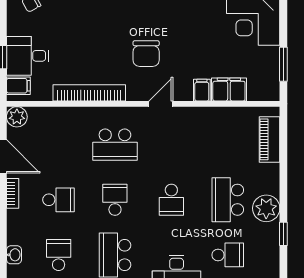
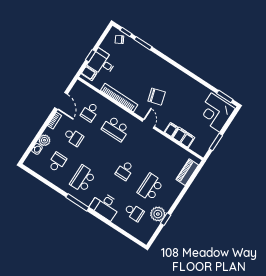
chair: (146, 54) -> (157, 97), turned -106
door: (161, 104) -> (148, 124), hinge flipped
plant: (17, 117) -> (44, 140), moved
school desk: (115, 200) -> (90, 112), moved, turned 180
plant: (266, 208) -> (158, 214), moved

